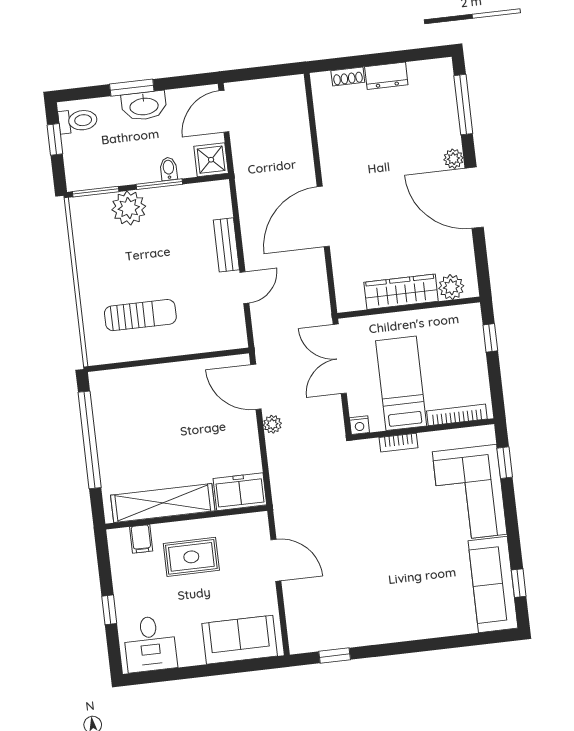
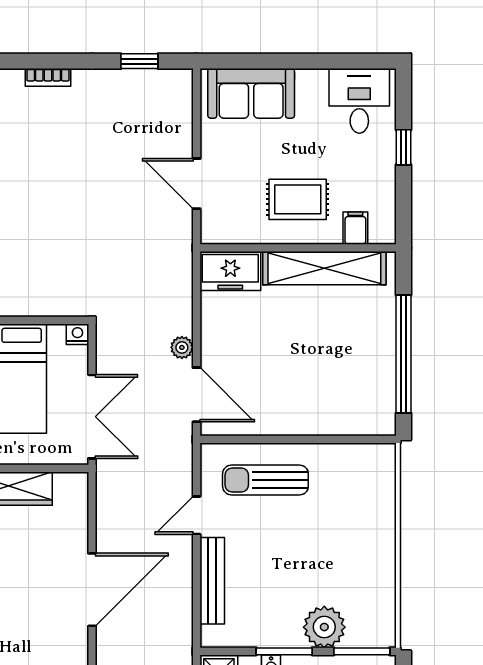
bench: (226, 245) -> (212, 581), width x1.36
sun lounger: (140, 315) -> (265, 480), moved
bookcase: (399, 443) -> (48, 77), moved, turned 180

